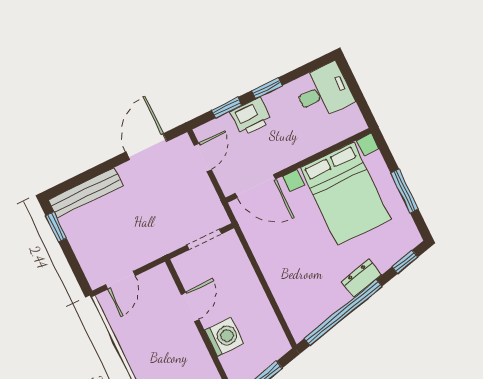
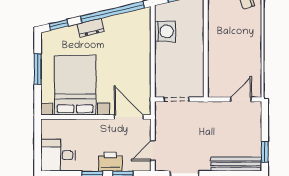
door: (190, 307) -> (206, 62), removed
washing machine: (224, 337) -> (165, 31), moved, turned 180

